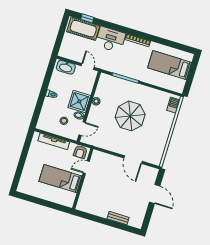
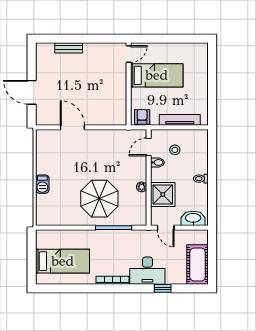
window: (87, 18) -> (163, 288), moved
cot: (83, 29) -> (198, 265), moved, turned 90
shower: (79, 101) -> (163, 194), moved
barbecue: (173, 105) -> (42, 184), moved
parasol: (130, 116) -> (99, 199), moved
door: (86, 167) -> (129, 54), moved

